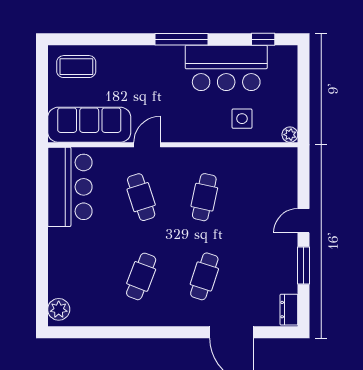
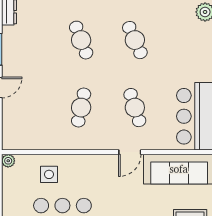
cafe table: (141, 276) -> (135, 40), turned -45
cafe table: (204, 276) -> (81, 40), turned -39

